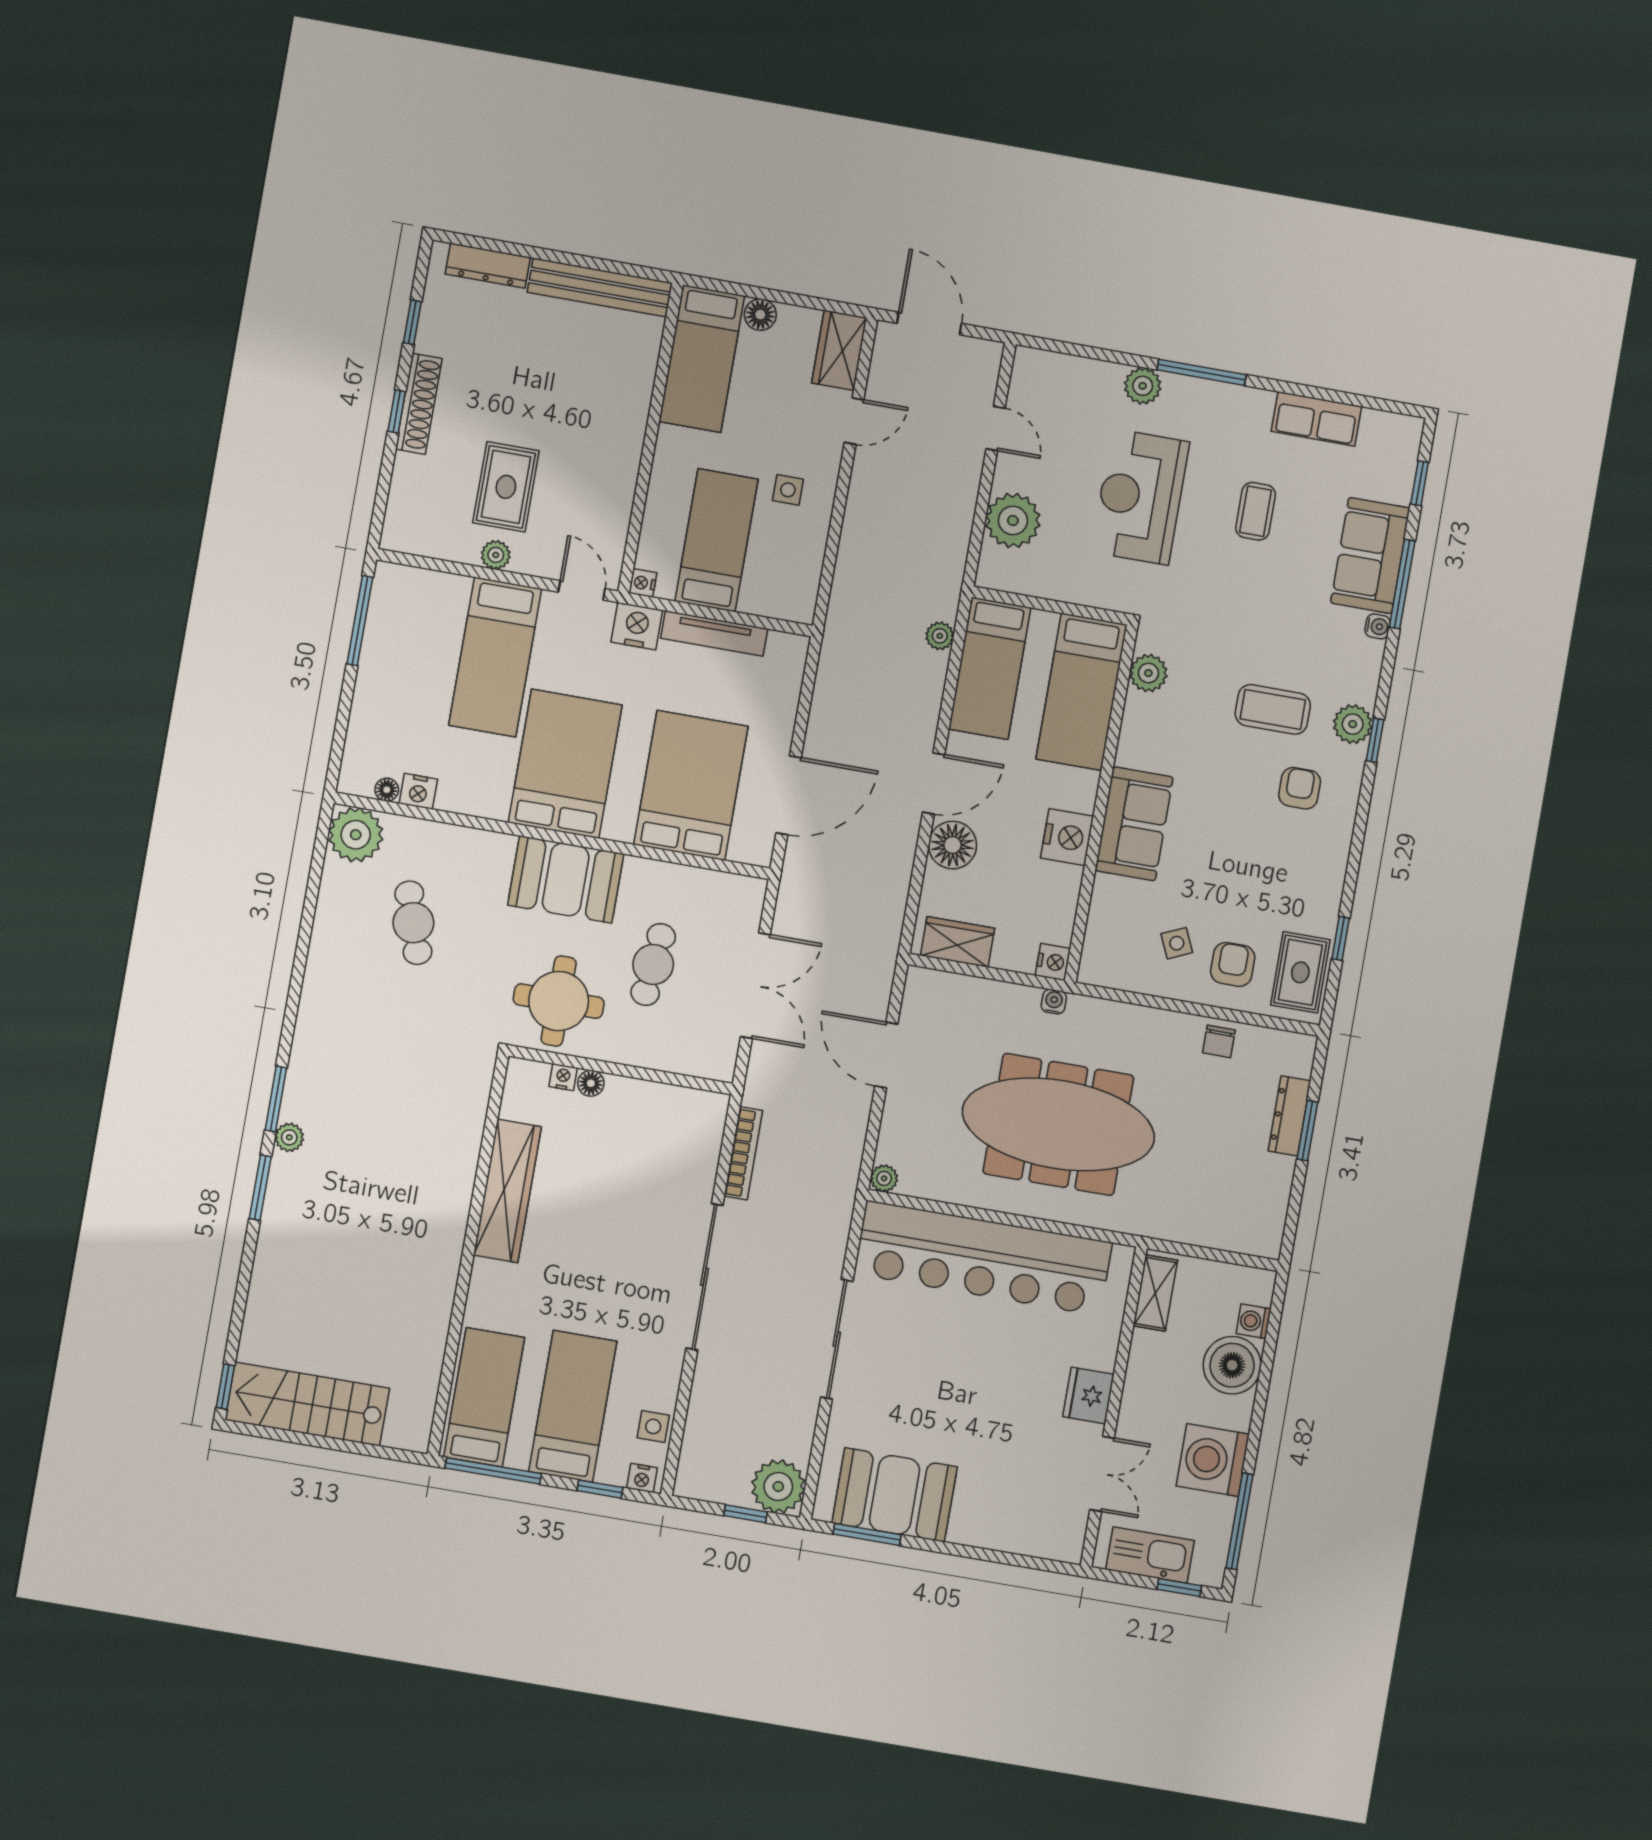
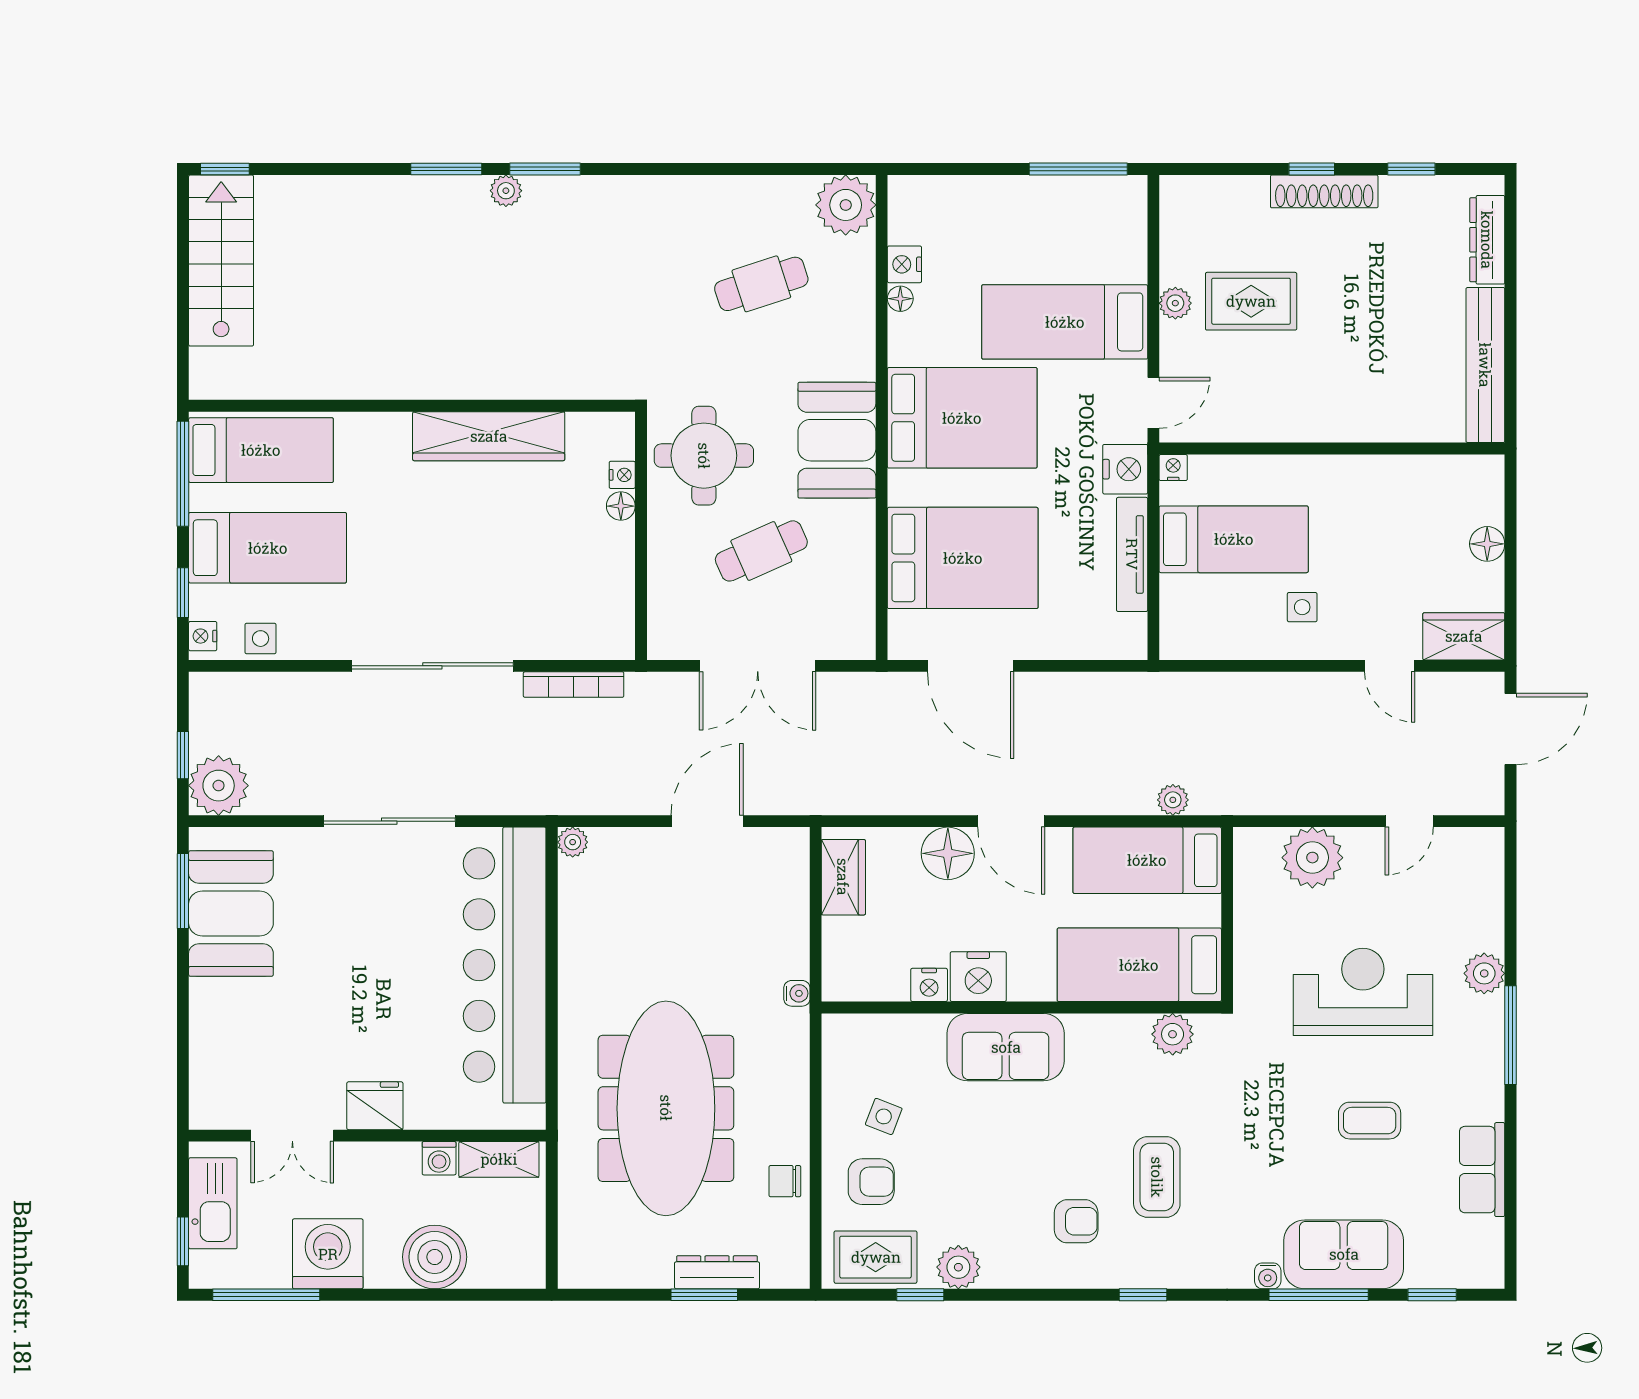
bed: (702, 359) -> (1428, 489), removed
plant: (1353, 724) -> (958, 1267), moved
floor lamp: (387, 790) -> (900, 299), moved
side table: (1177, 943) -> (884, 1116), turned 45
nightstand: (1053, 962) -> (929, 985), moved
cafe table: (653, 964) -> (761, 551), turned -30
meeting table: (1058, 1124) -> (666, 1108), moved
washing machine: (1254, 1321) -> (439, 1158), moved, turned 180

